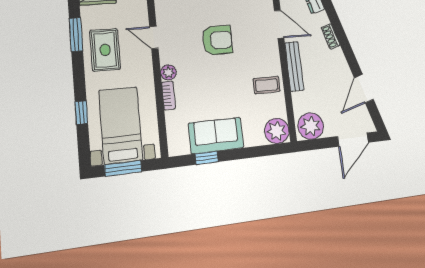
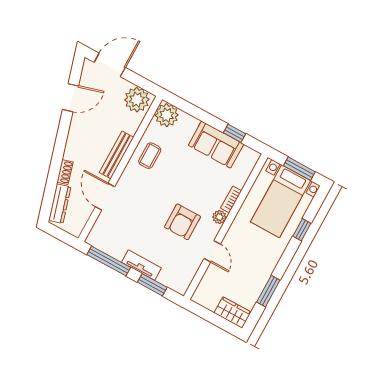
shoe rack: (331, 36) -> (65, 172), moved
armchair: (217, 40) -> (182, 222), moved, turned -90
rug: (105, 50) -> (255, 266), removed
coffee table: (267, 85) -> (150, 156), turned 90

